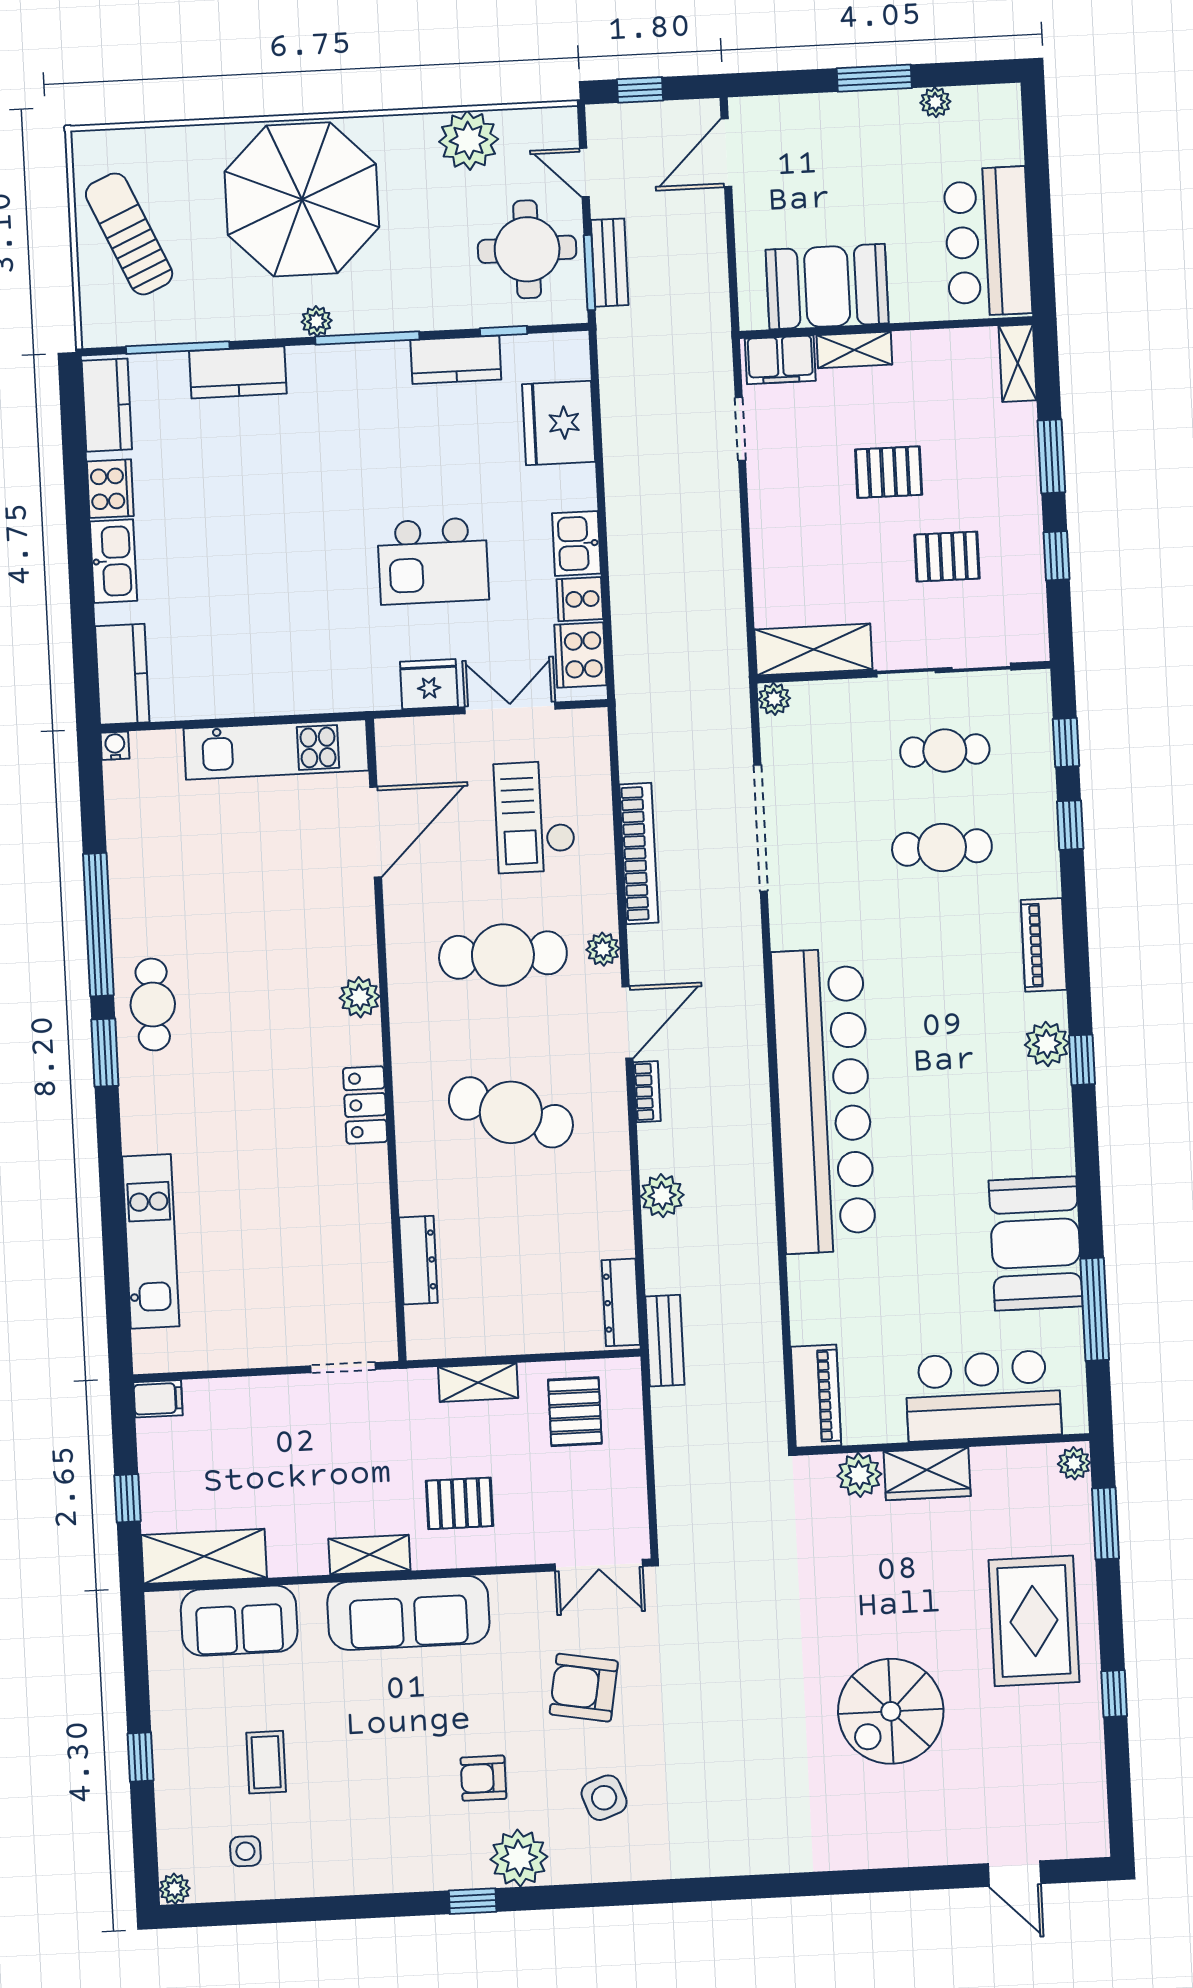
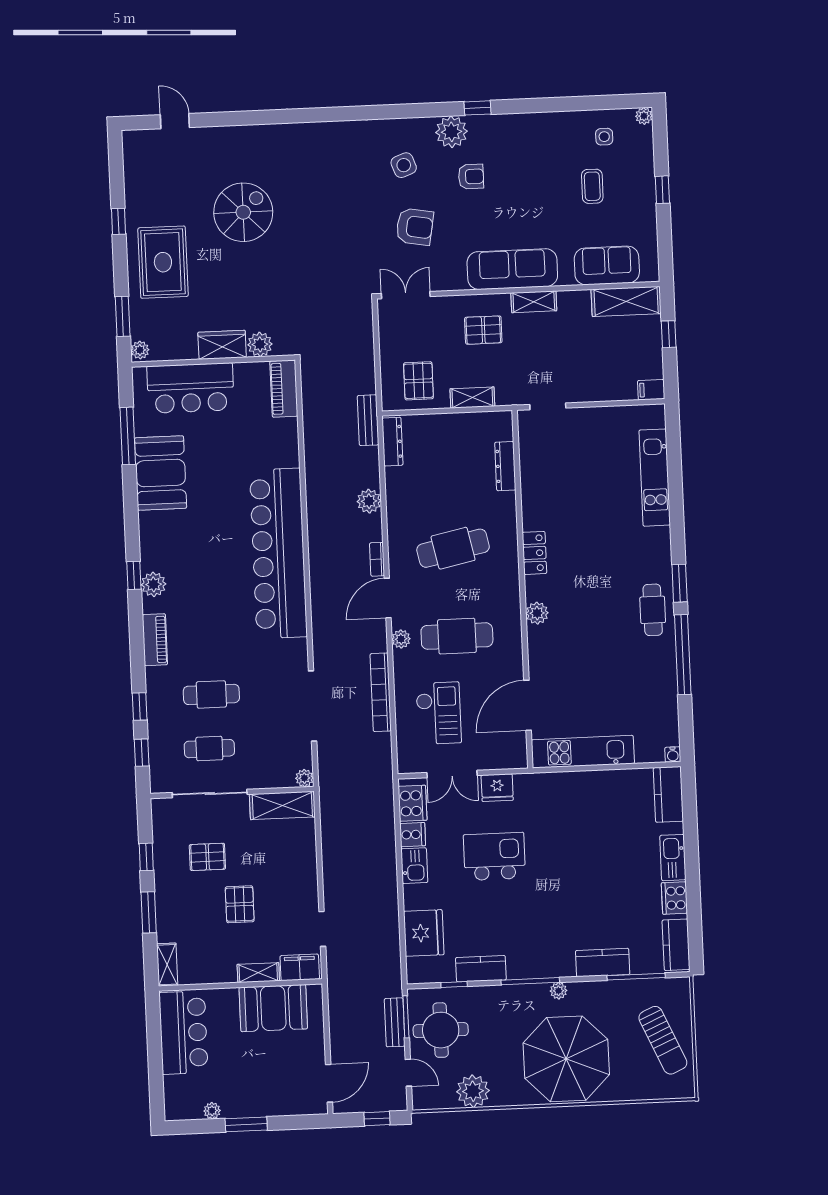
pallet: (889, 472) -> (240, 904), turned 90
cafe table: (511, 1112) -> (453, 548), turned -33

